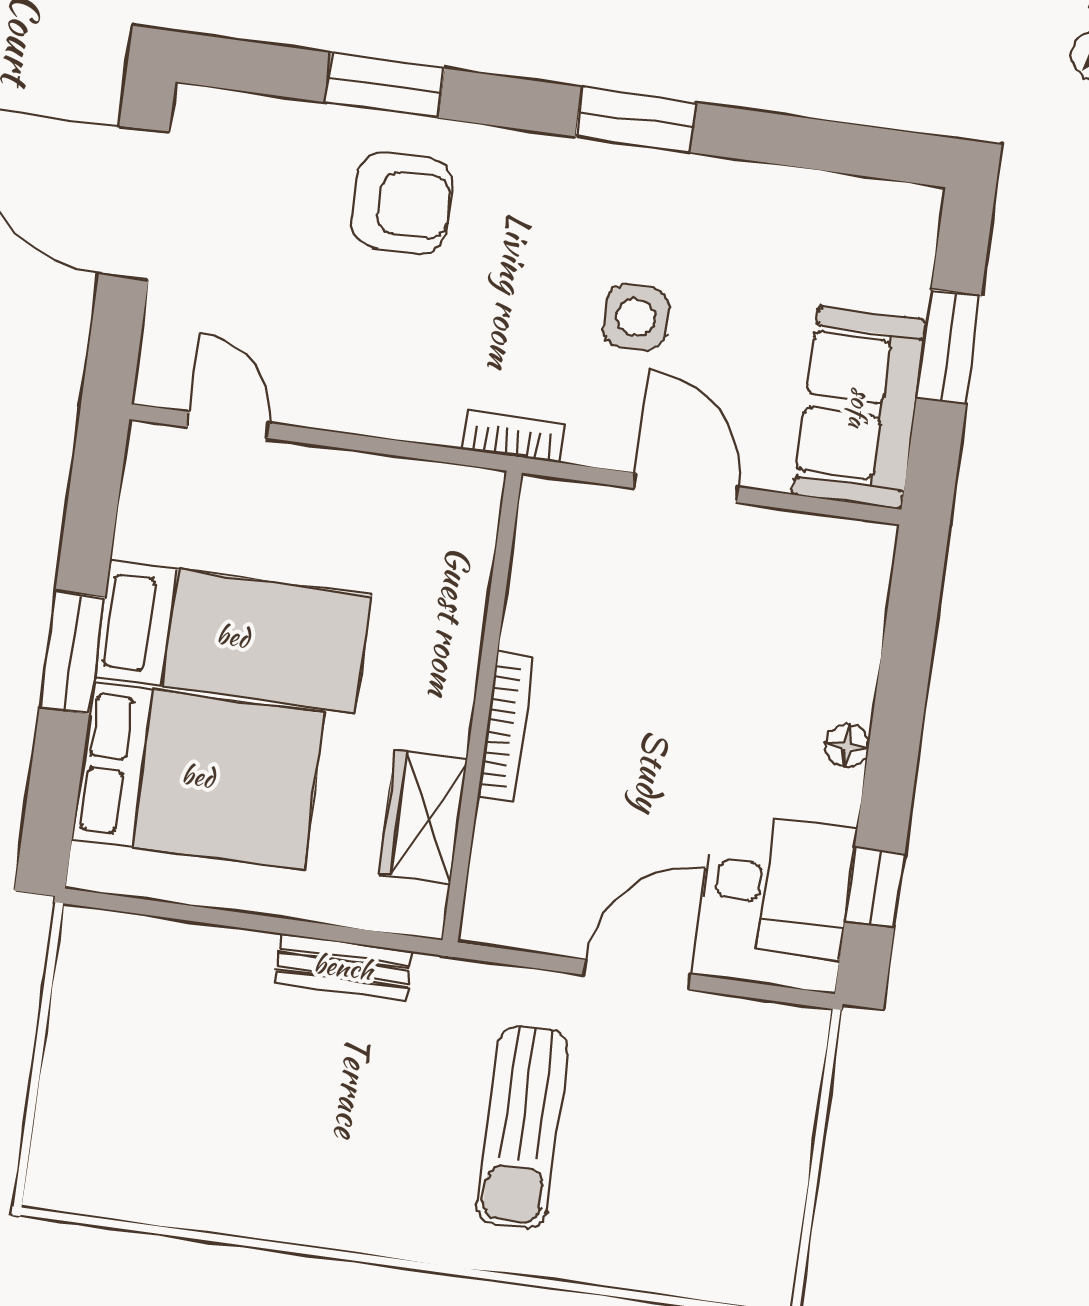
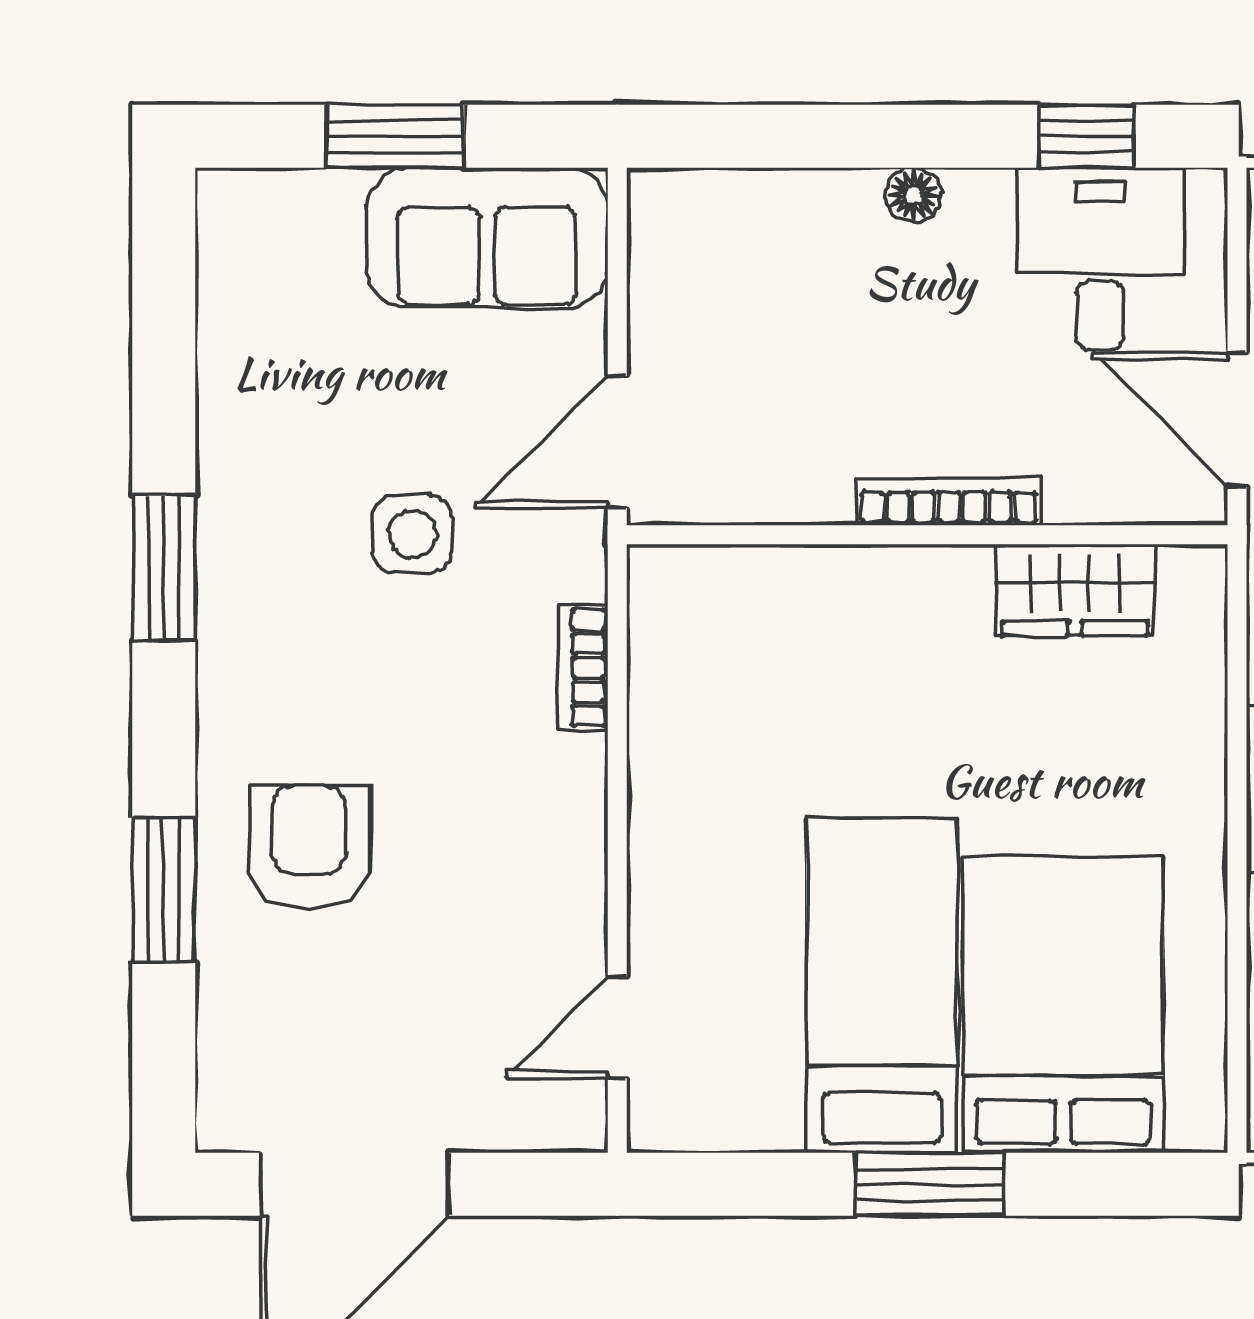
wall: (482, 707) -> (927, 535), moved
bookcase: (506, 727) -> (949, 502), moved
wardrobe: (423, 816) -> (1075, 590), moved

